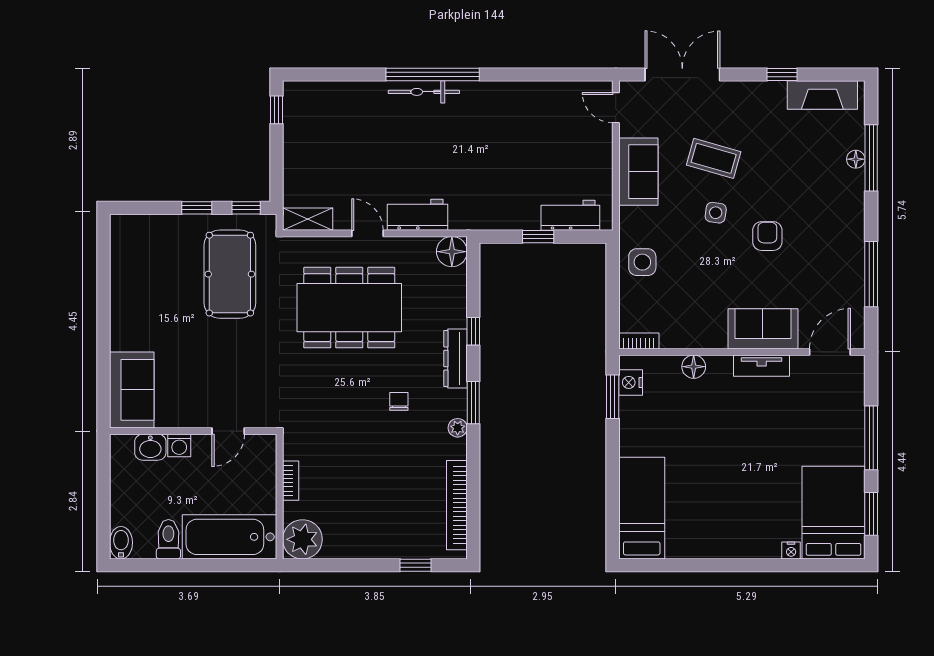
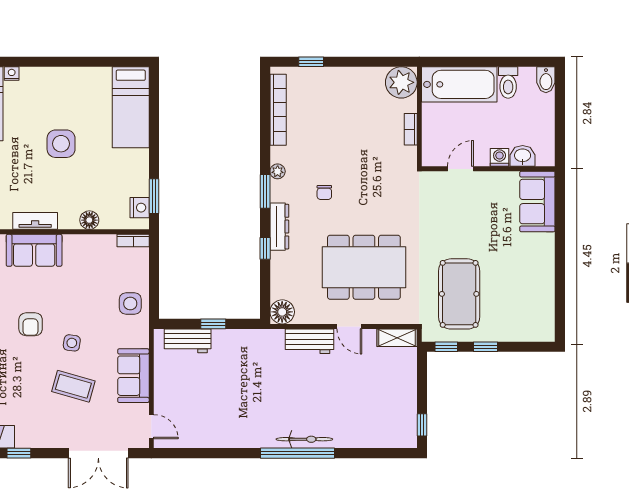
side table: (729, 463) -> (61, 144), added

